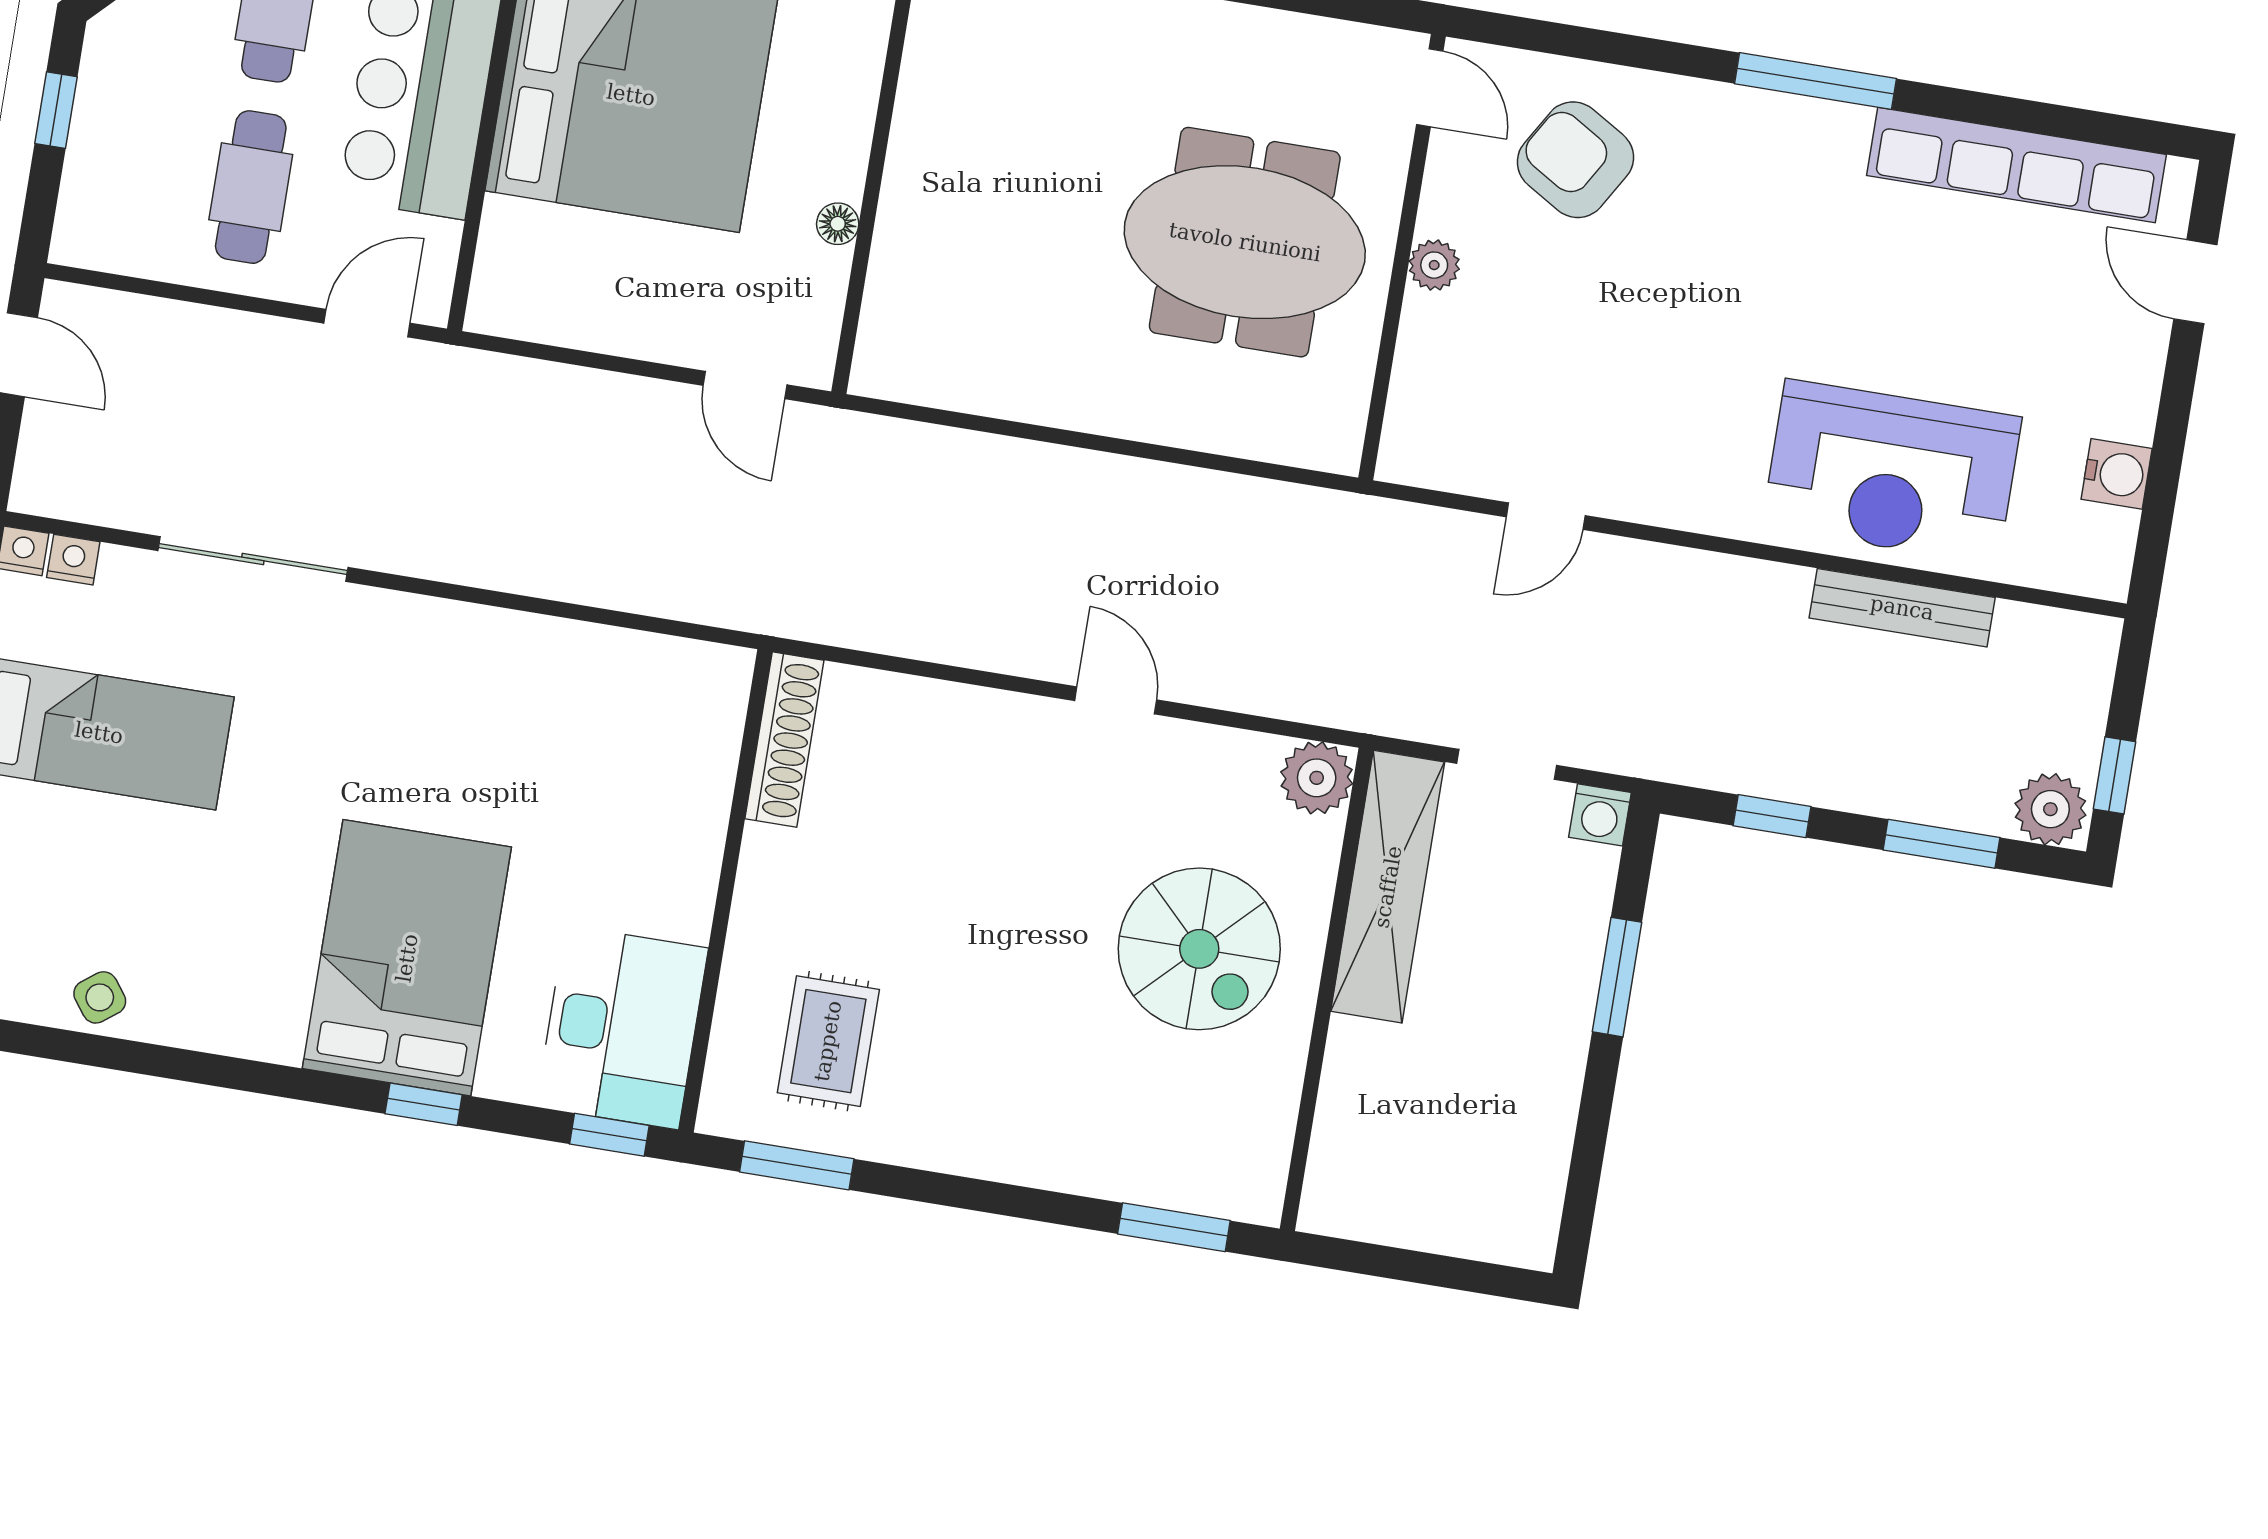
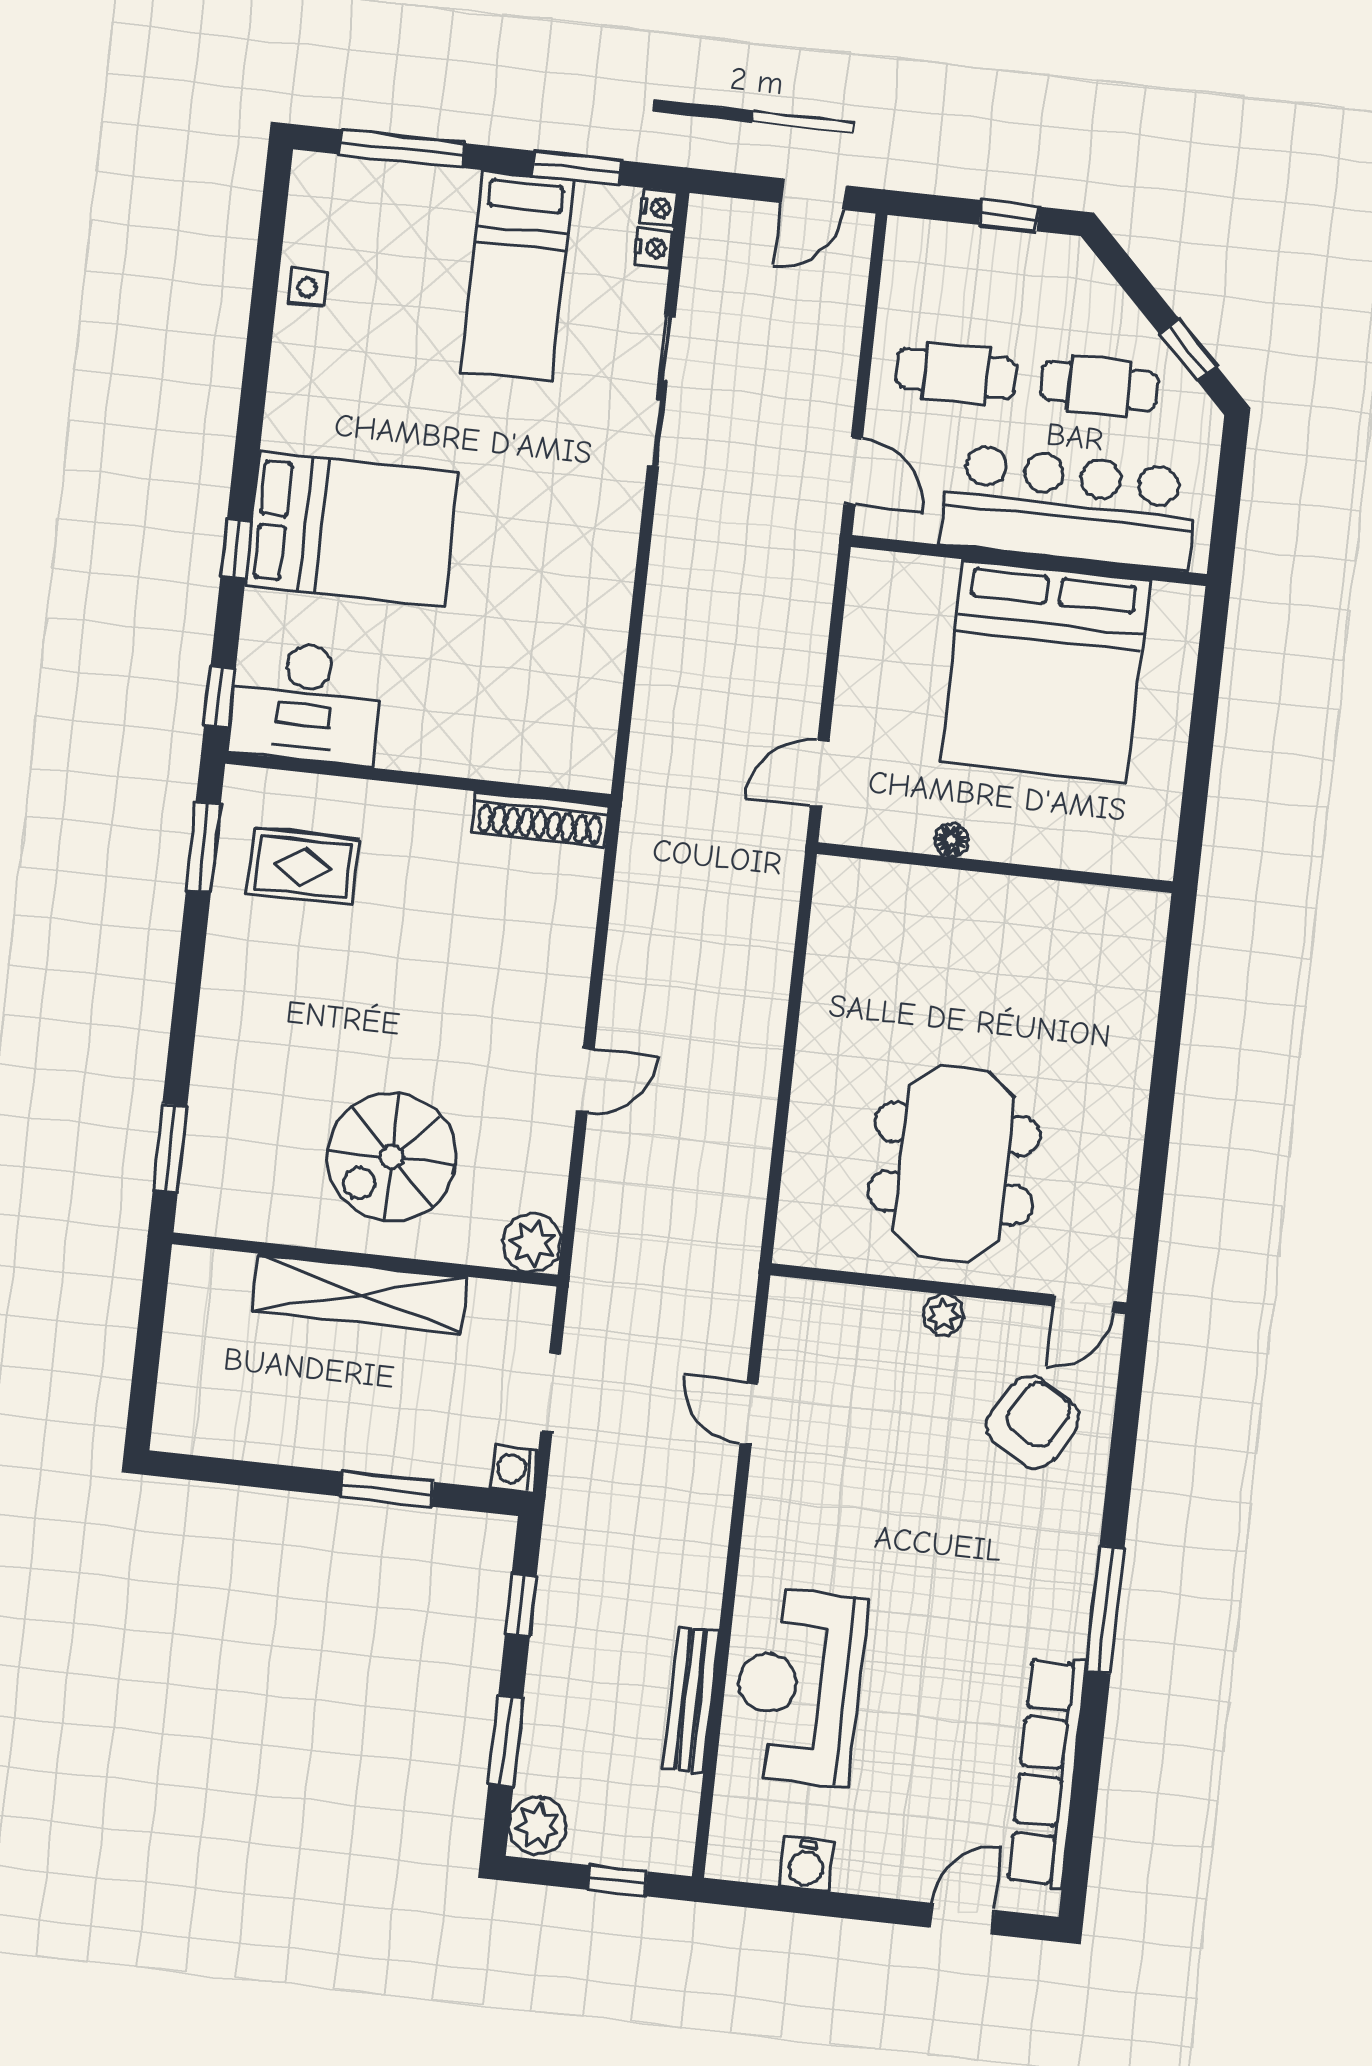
window: (2115, 775) -> (617, 1881), moved
shelving: (1388, 887) -> (360, 1294), moved
side table: (100, 997) -> (308, 287), turned 37

